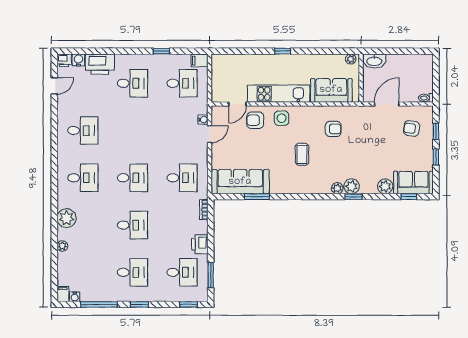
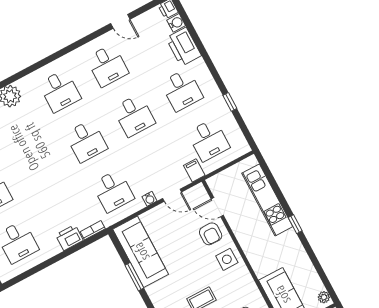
filing cabinet: (200, 61) -> (194, 170), moved
door: (54, 86) -> (120, 21), moved
kitchen unit: (278, 94) -> (267, 200), moved, turned 180
water cooler: (203, 120) -> (149, 199), moved
armchair: (255, 120) -> (211, 234), turned 180
desk: (132, 225) -> (134, 115), moved
printer: (200, 244) -> (69, 238), moved
window: (211, 275) -> (30, 272), removed

